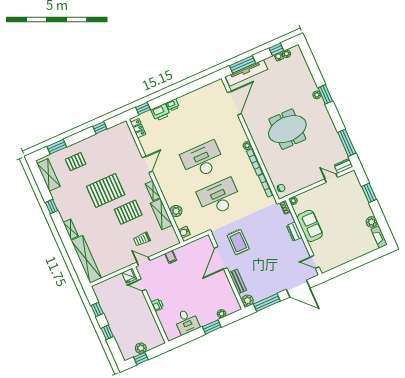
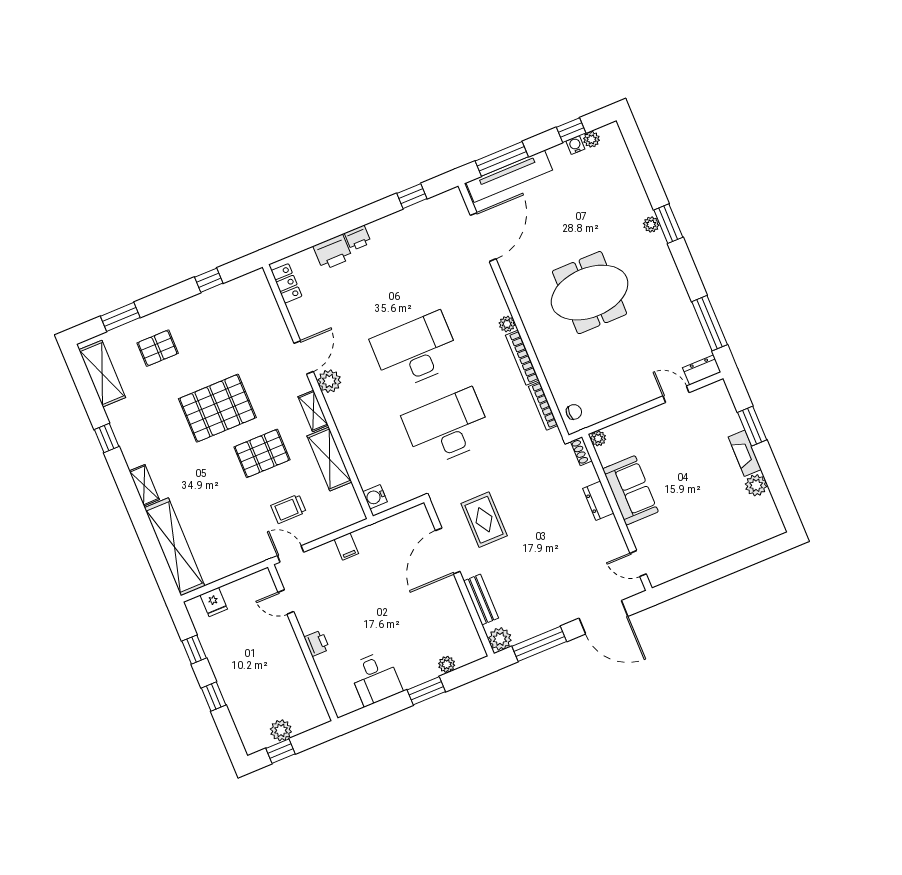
window: (143, 109) -> (412, 196), moved
plant: (176, 211) -> (329, 381), moved
fireplace: (379, 237) -> (745, 453), moved
fridge: (128, 276) -> (214, 602), moved

